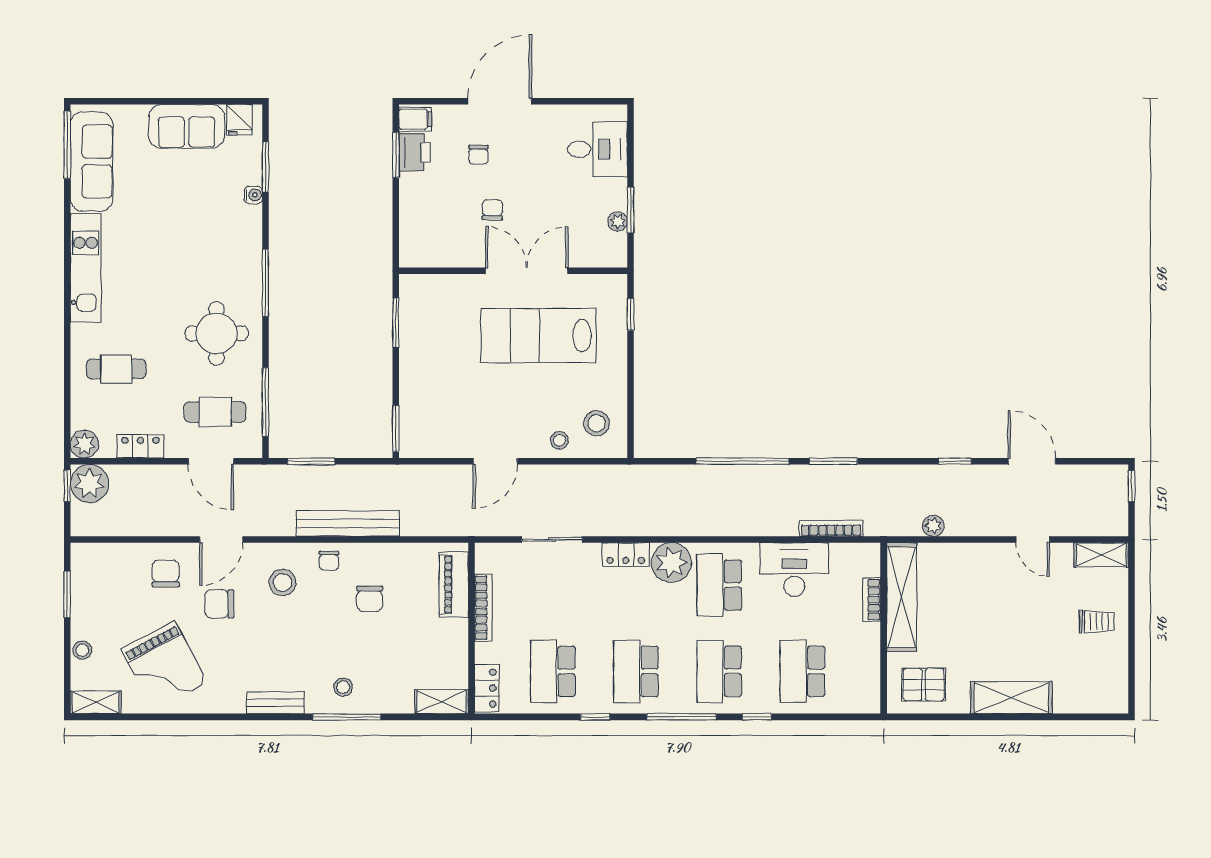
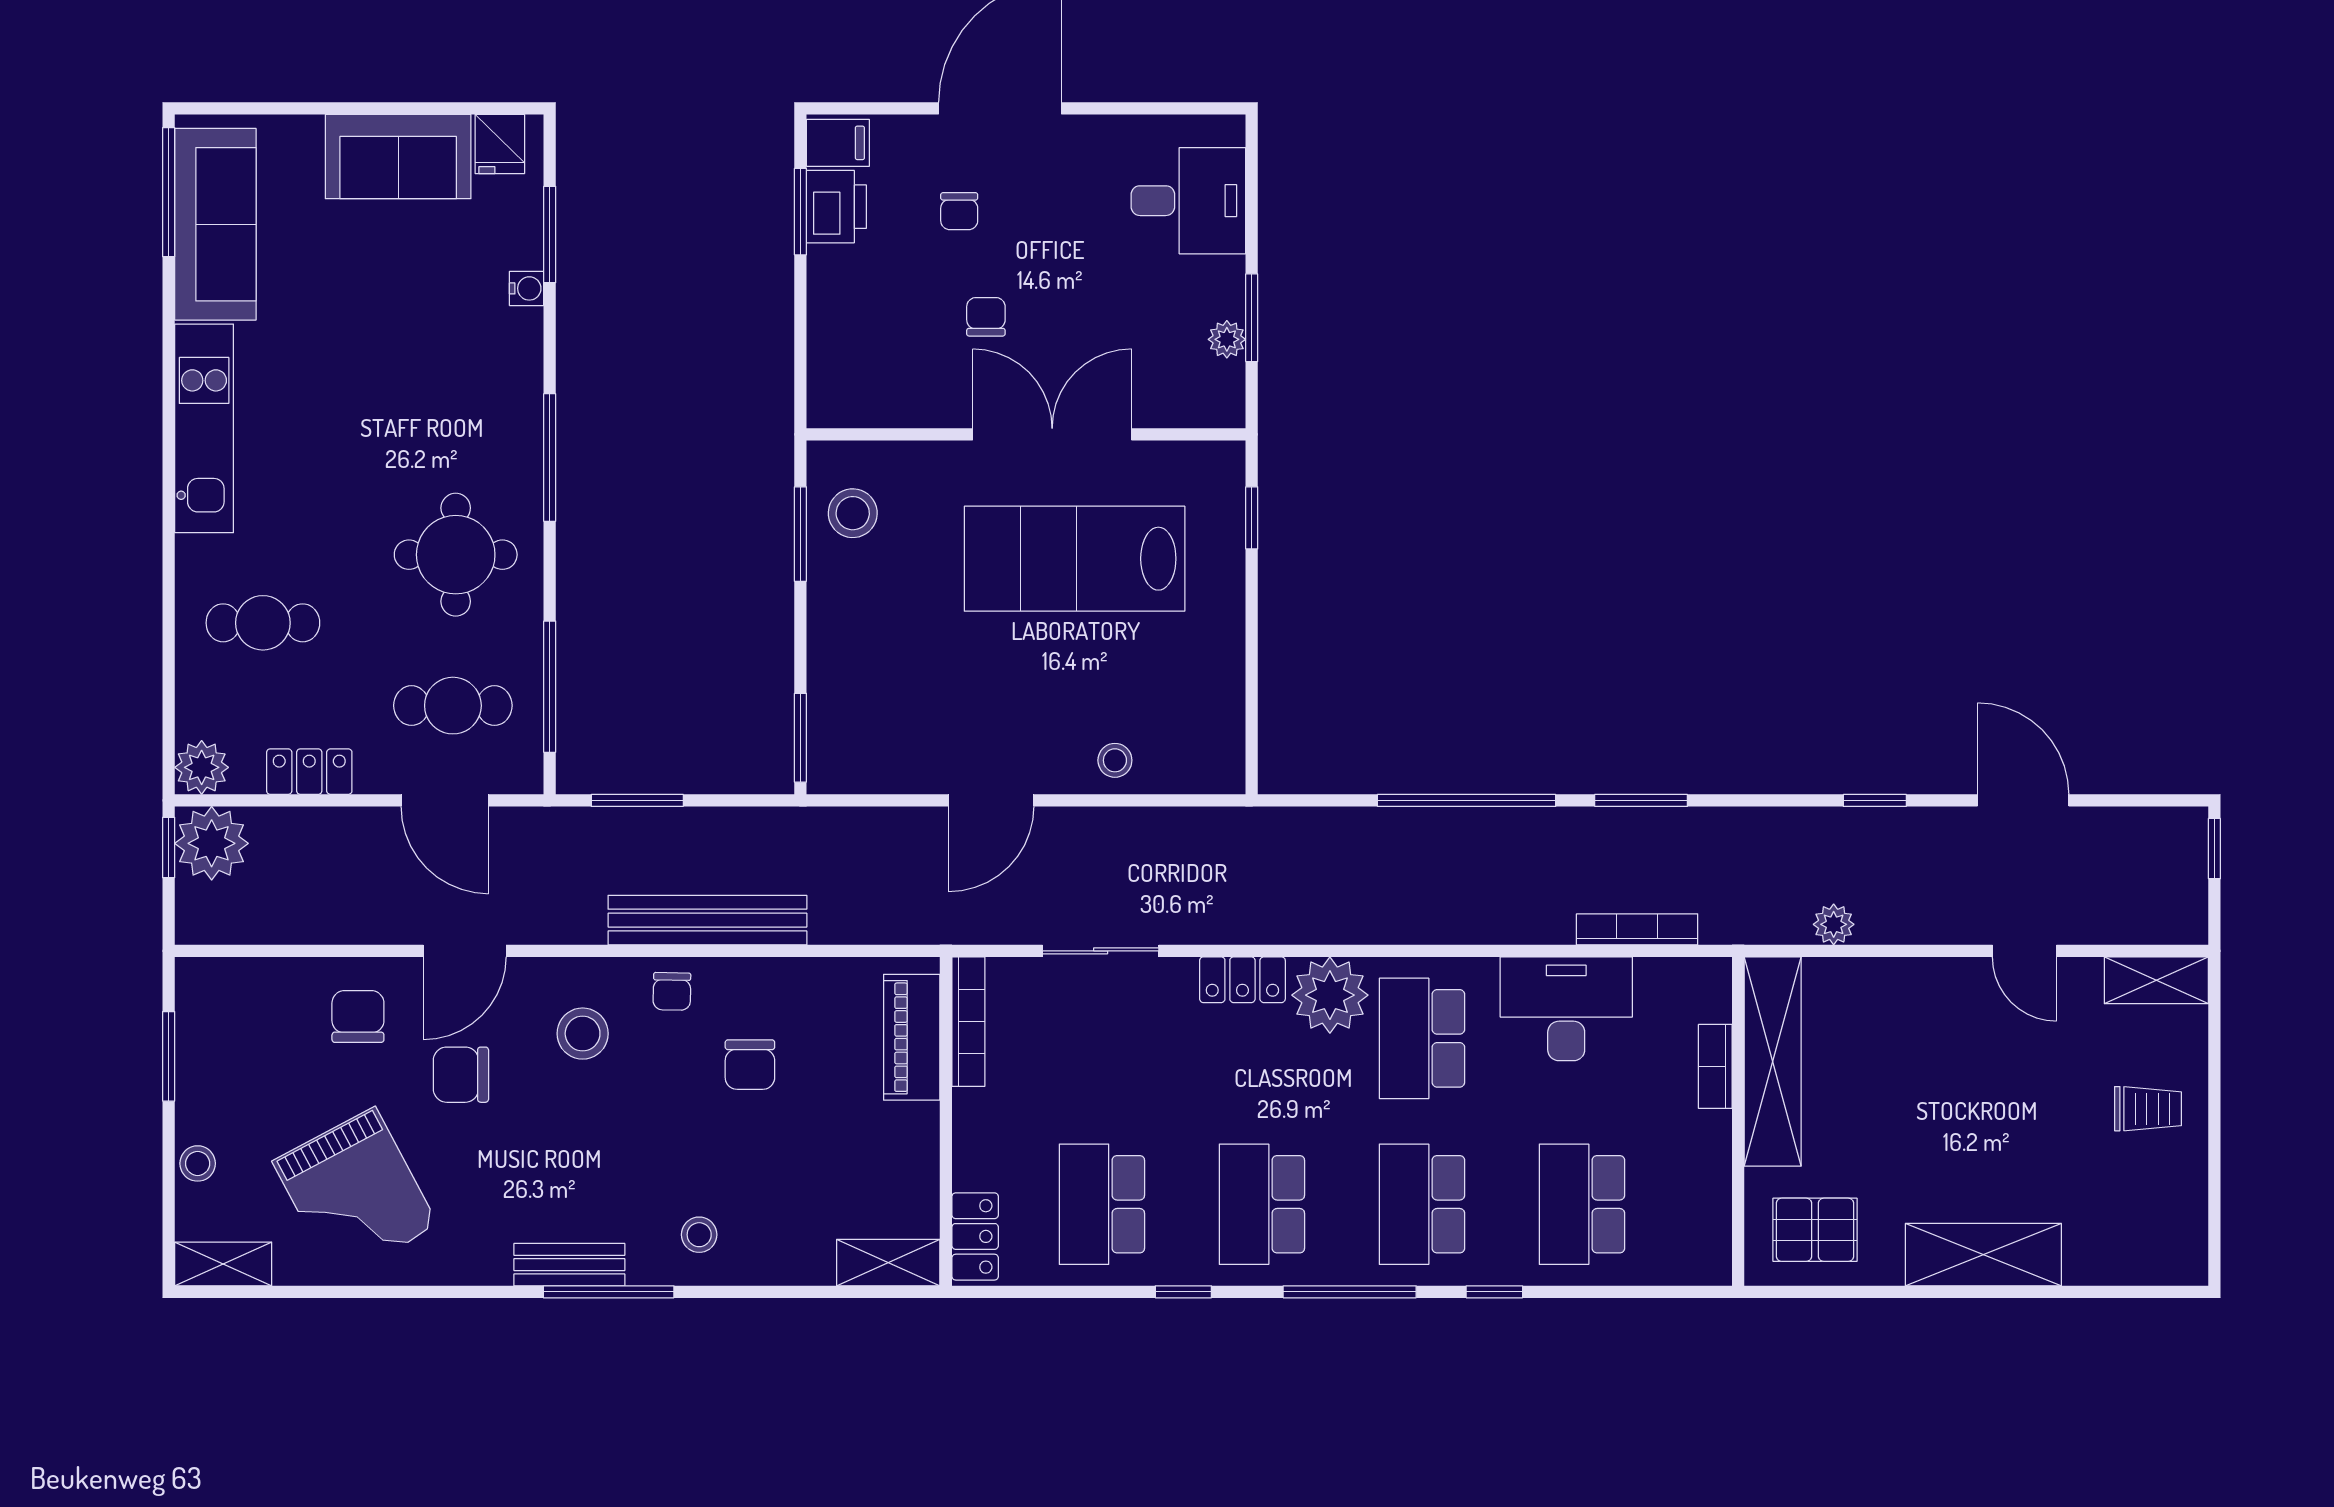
stool: (597, 423) -> (853, 513), moved
bookcase: (483, 608) -> (968, 1022), moved
window: (347, 717) -> (609, 1292), moved

